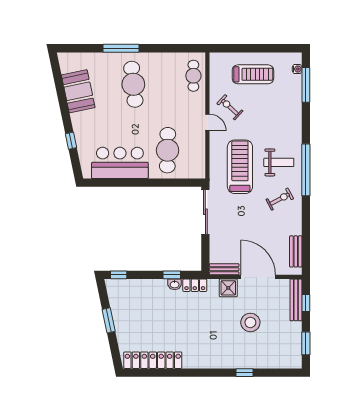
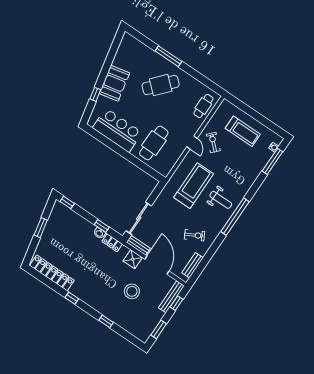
cafe table: (133, 84) -> (161, 85), turned 48
booth: (78, 91) -> (114, 83), moved
exercise bike: (280, 199) -> (195, 235), moved
sliding door: (205, 212) -> (139, 218), moved
window: (192, 373) -> (72, 298), added

